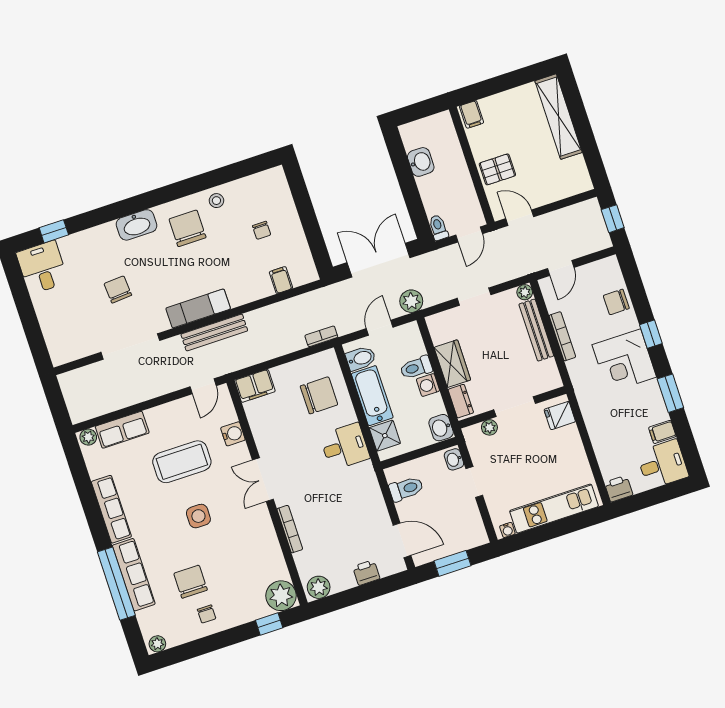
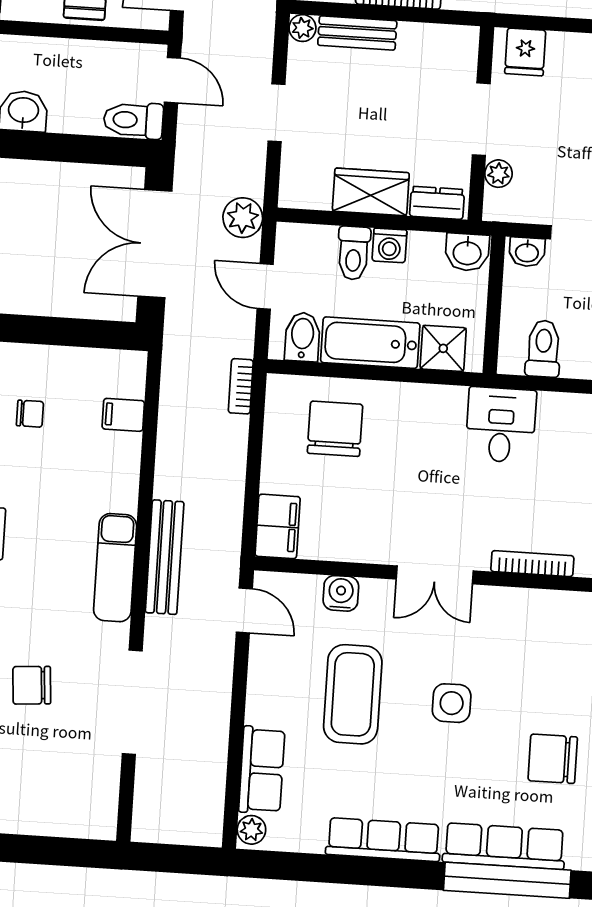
toilet: (438, 228) -> (133, 120), width x1.37, depth x1.39
bench: (536, 330) -> (357, 33), width x0.73
desk: (345, 447) -> (501, 425), moved

